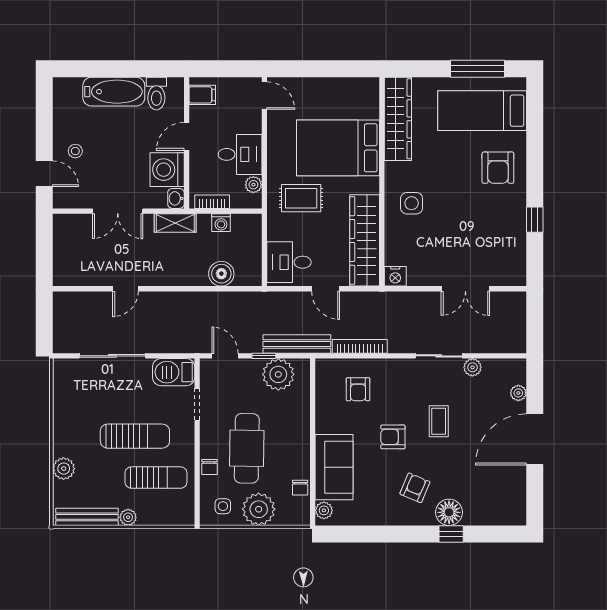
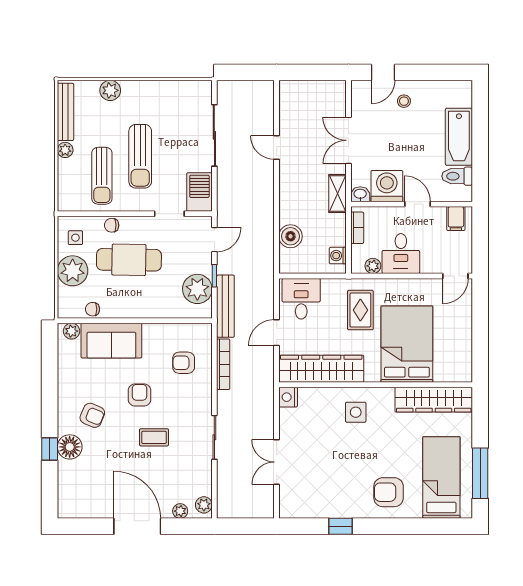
washing machine: (221, 223) -> (338, 256), moved
plant: (472, 367) -> (204, 505), moved

